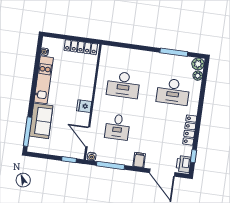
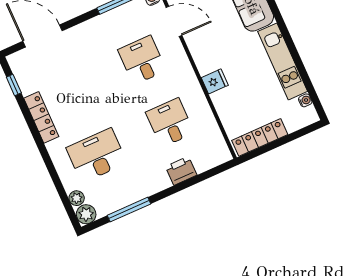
desk: (123, 85) -> (170, 123), width x0.73
fridge: (84, 106) -> (215, 81), moved
filing cabinet: (139, 160) -> (85, 34), removed
printer: (184, 164) -> (181, 171), moved, turned -90

